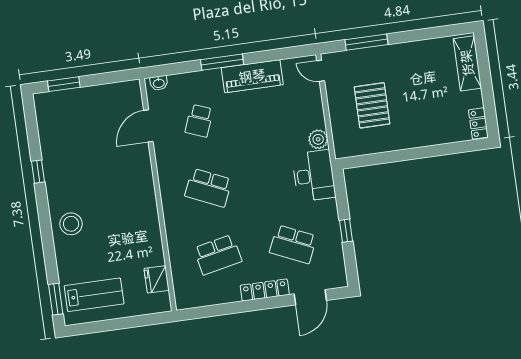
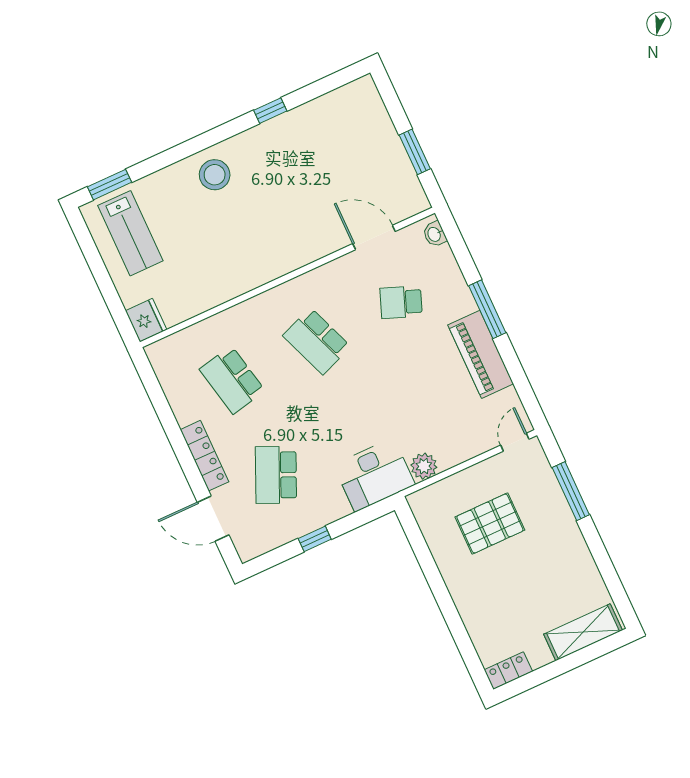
window: (64, 84) -> (415, 152), moved
school desk: (208, 188) -> (317, 341), turned -45
fridge: (157, 279) -> (146, 320), moved, turned 90

